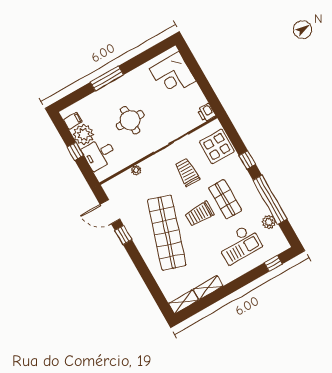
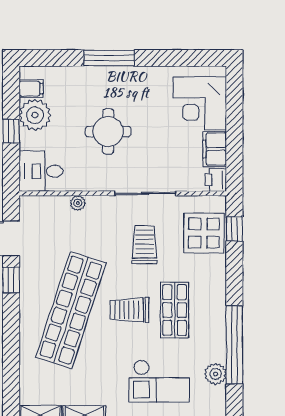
filing cabinet: (196, 96) -> (215, 149), added
desk: (99, 154) -> (41, 171), moved
window: (247, 160) -> (234, 229), moved

